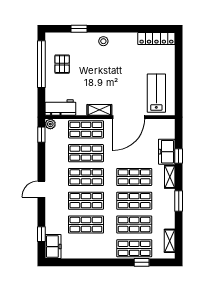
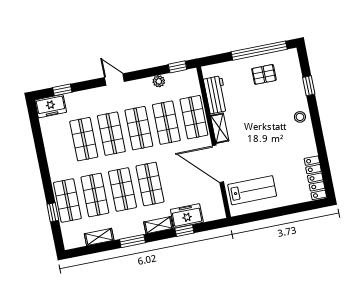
workbench: (60, 107) -> (216, 95), moved
plant: (50, 124) -> (159, 81), moved
shelving: (170, 241) -> (99, 237), moved

